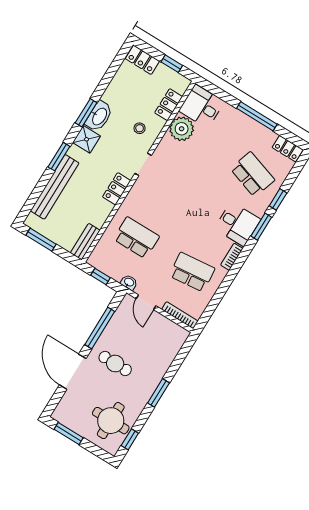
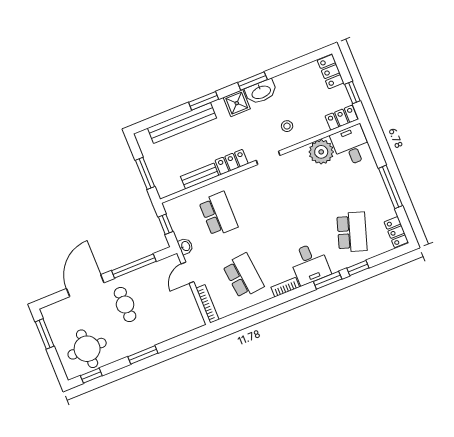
locker: (169, 105) -> (341, 118), moved
window: (41, 240) -> (145, 173), moved
bench: (85, 242) -> (200, 176), moved

